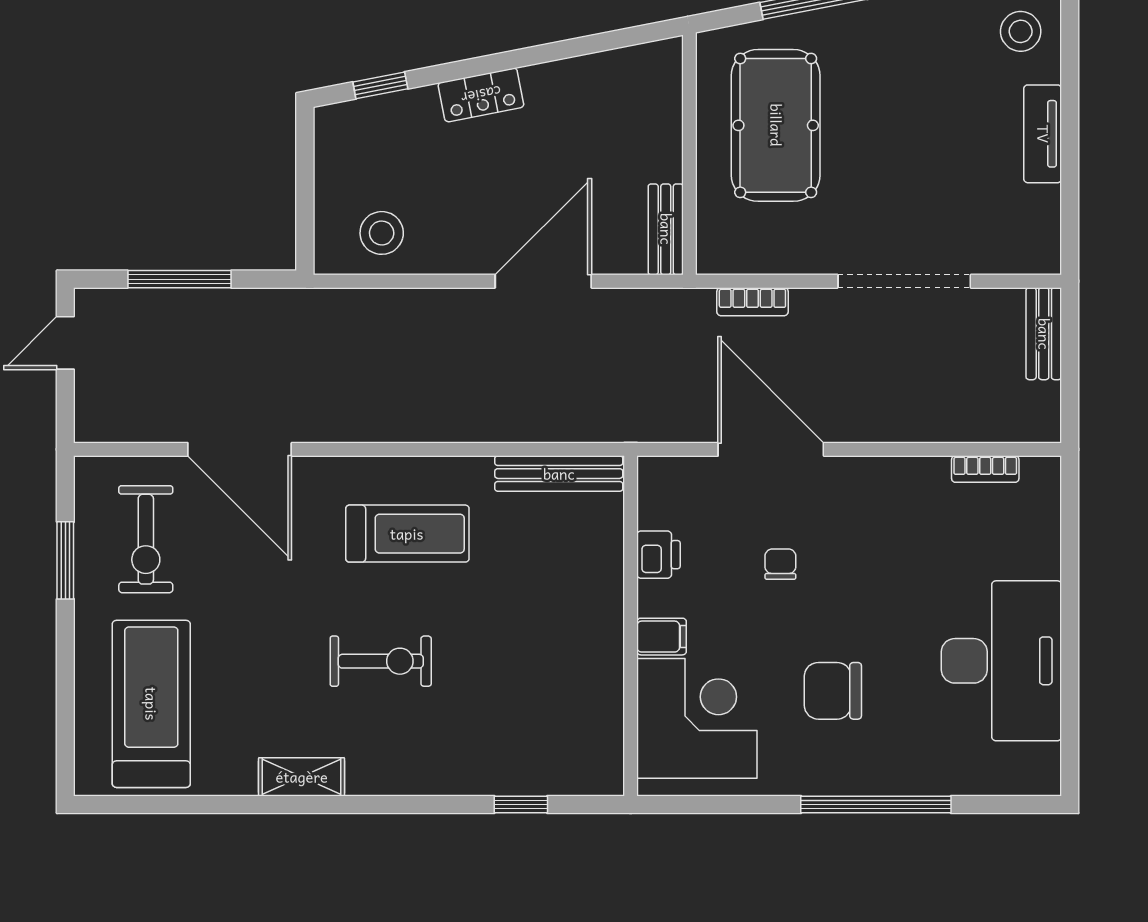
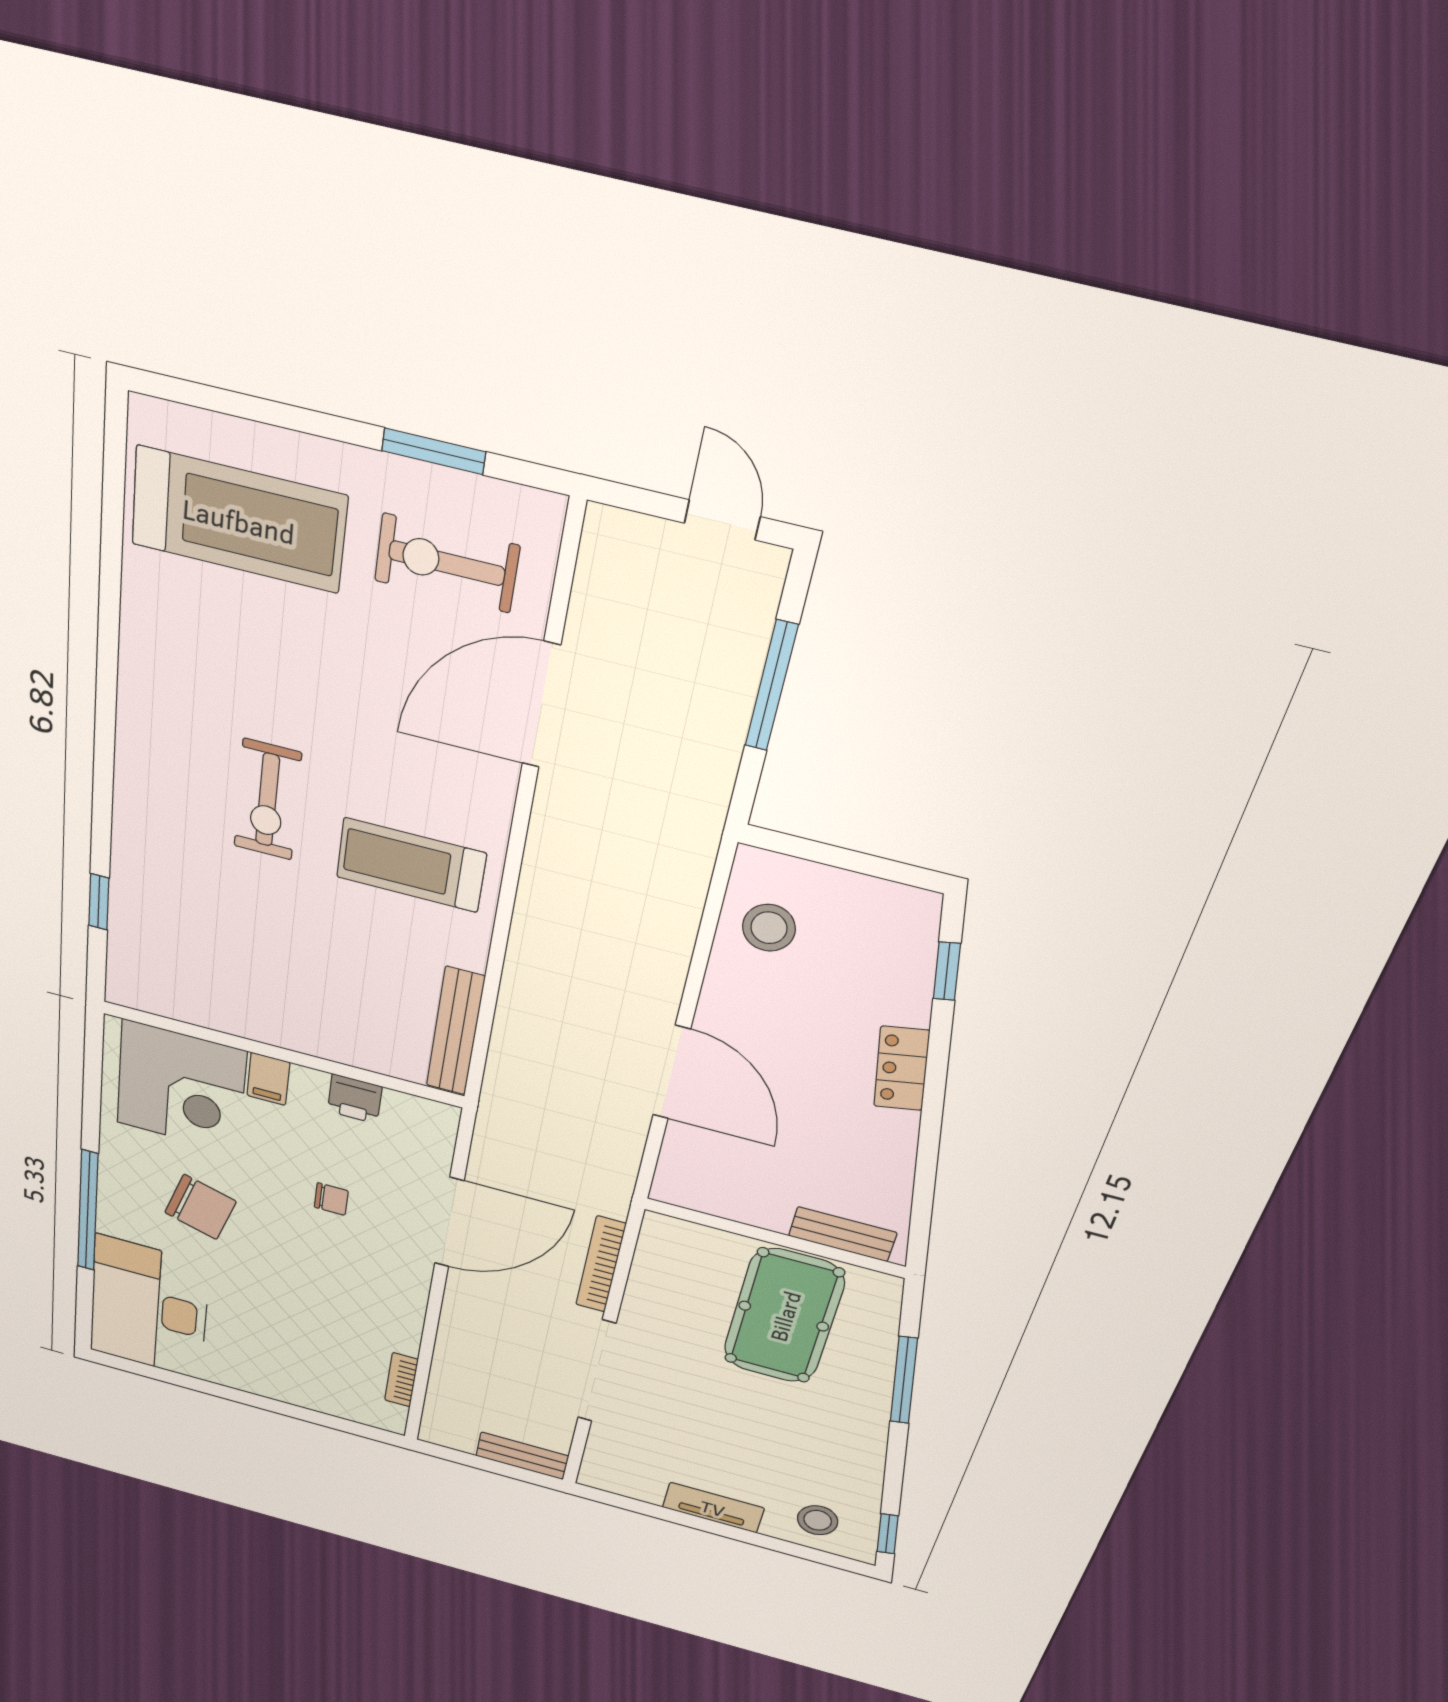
pool table: (776, 125) -> (784, 1316), turned 90
bench: (666, 229) -> (843, 1234), moved
bookcase: (752, 302) -> (601, 1264), width x1.56
treadmill: (407, 534) -> (411, 865), turned 90
desk: (1001, 661) -> (149, 1308), moved, turned 90
chair: (833, 691) -> (200, 1207), turned 107
shelving: (302, 777) -> (139, 679), removed

